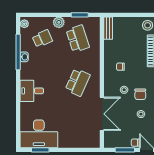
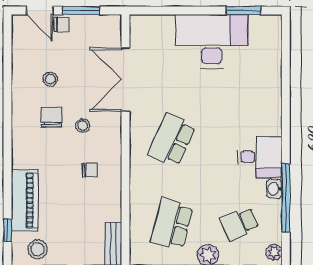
school desk: (78, 39) -> (172, 224), turned 33
desk: (32, 91) -> (260, 157), moved
desk: (39, 134) -> (212, 41), moved

